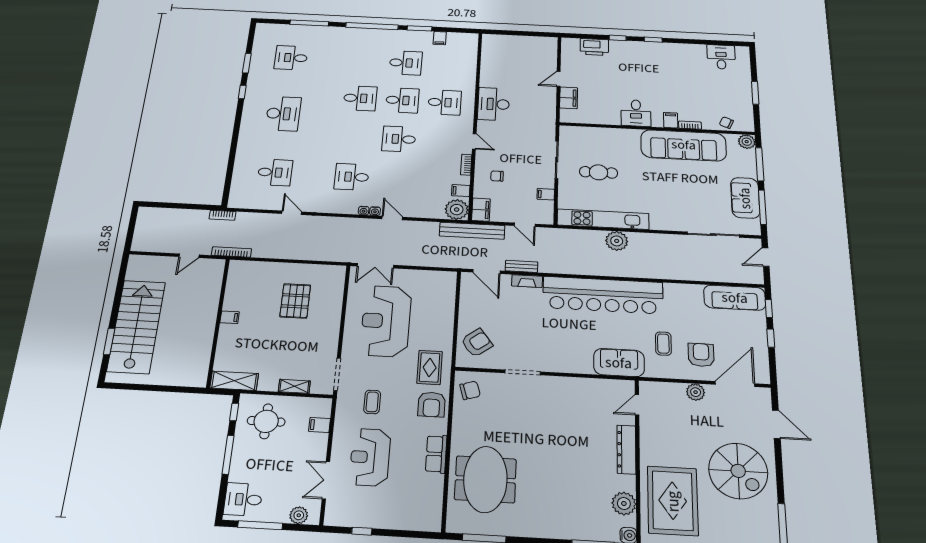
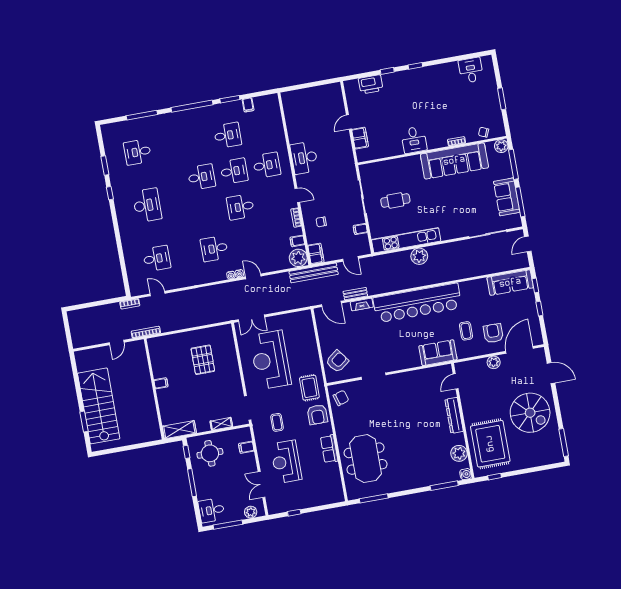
filing cabinet: (671, 120) -> (441, 140), removed
door: (292, 213) -> (158, 294), moved

